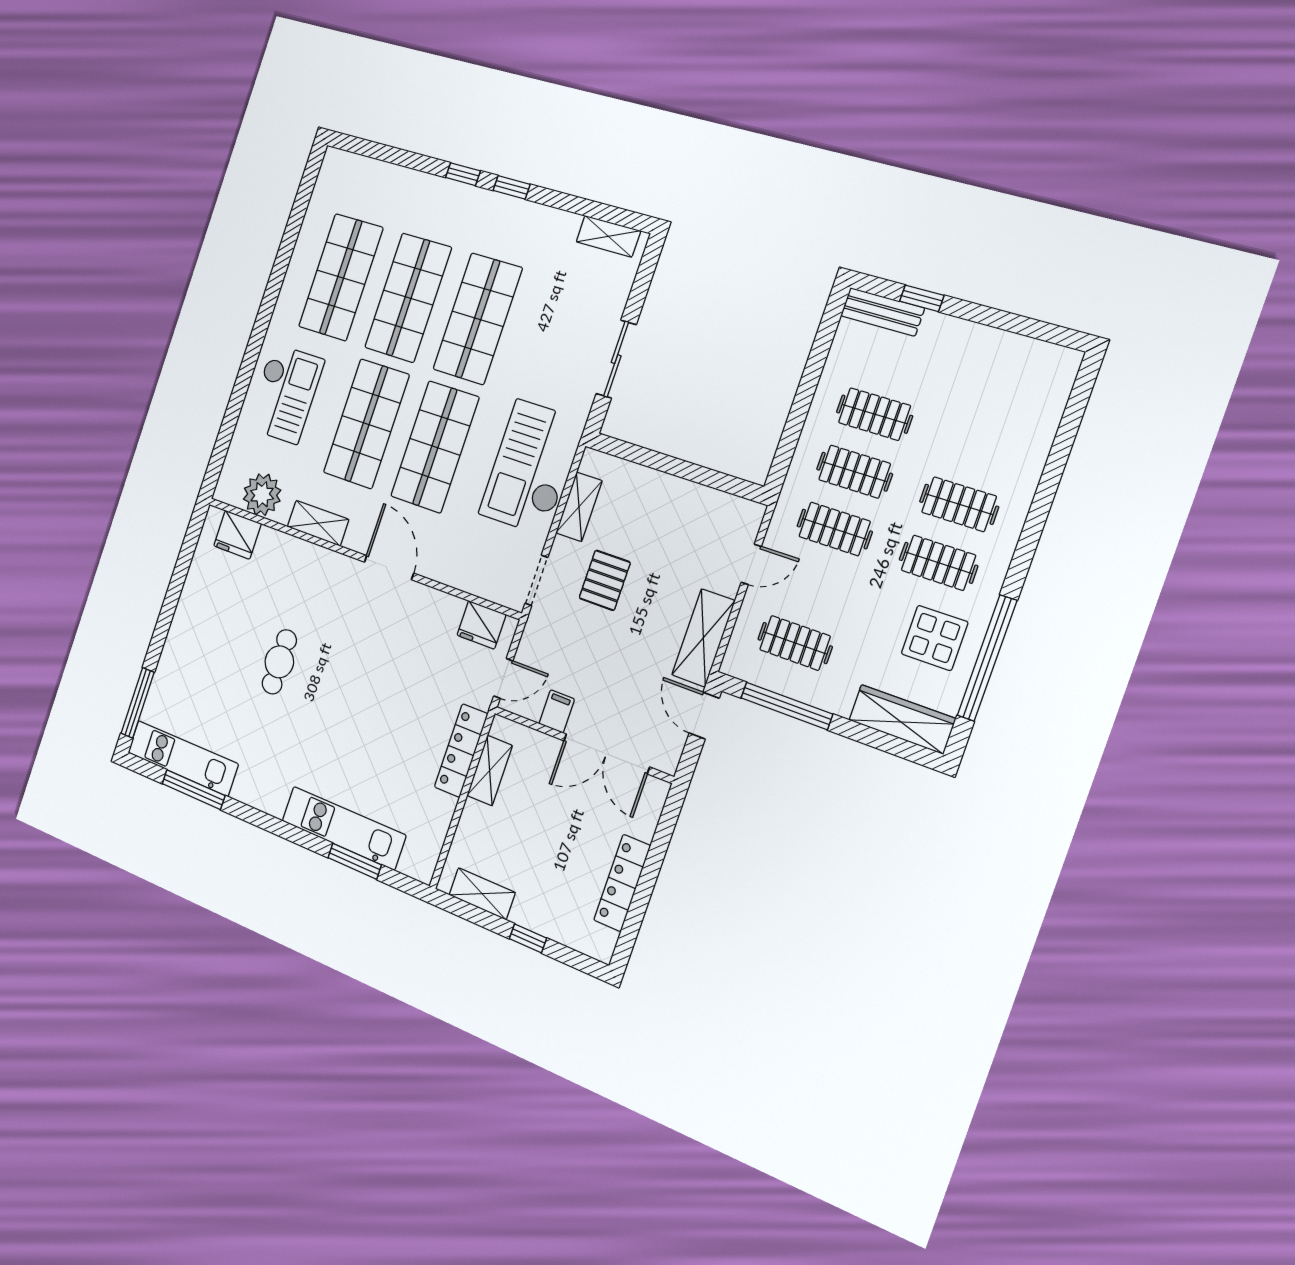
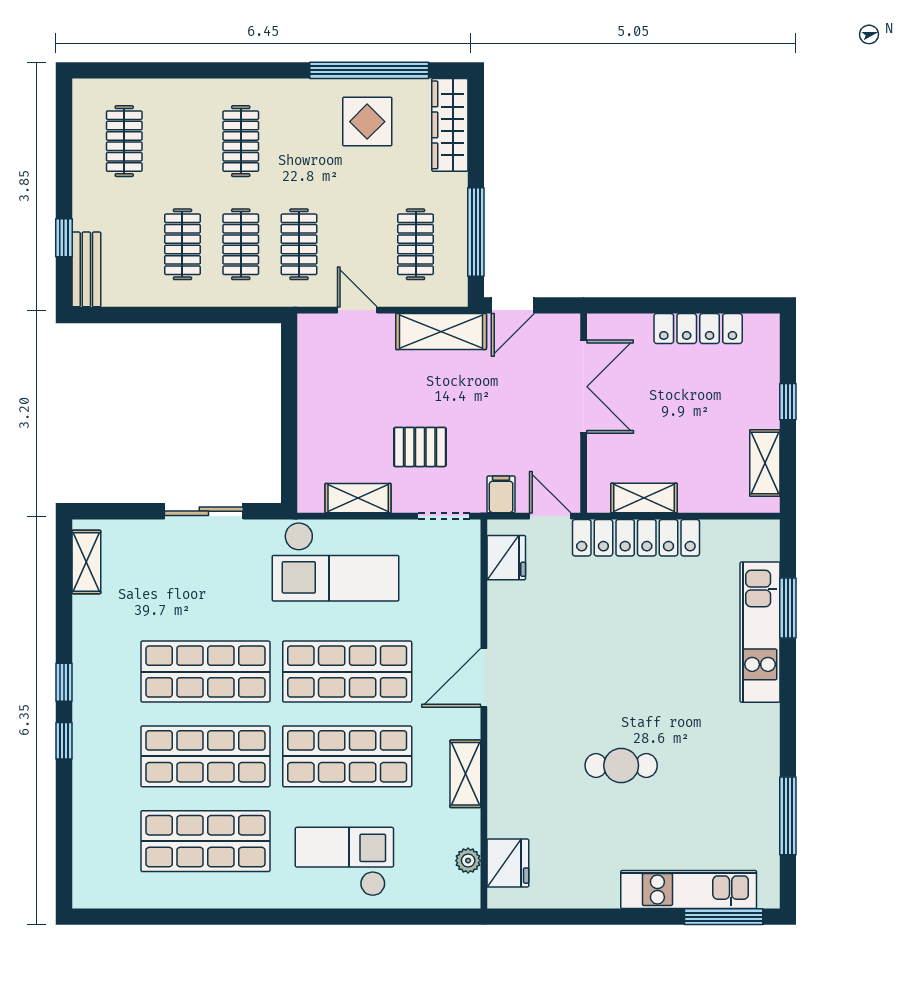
plant: (262, 495) -> (468, 861), width x0.53, depth x0.53
clothes rail: (938, 563) -> (124, 141), moved
filing cabinet: (557, 711) -> (501, 494), moved, turned 90
locker: (461, 751) -> (636, 538), width x1.41, depth x1.21
kitchen unit: (183, 758) -> (689, 889), moved, turned 90

